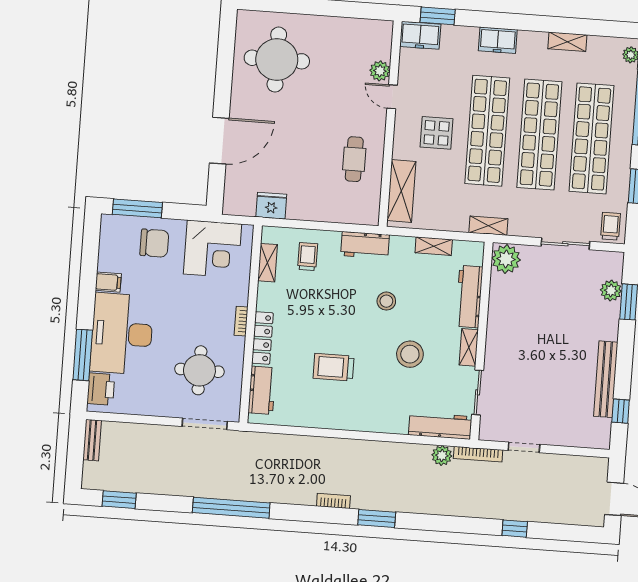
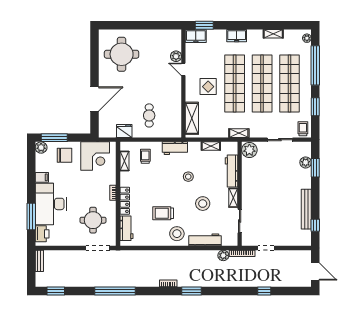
cafe table: (354, 159) -> (149, 115), moved
plant: (111, 225) -> (41, 148), added
stool: (357, 408) -> (177, 234), added
workbench: (440, 426) -> (205, 240), moved

